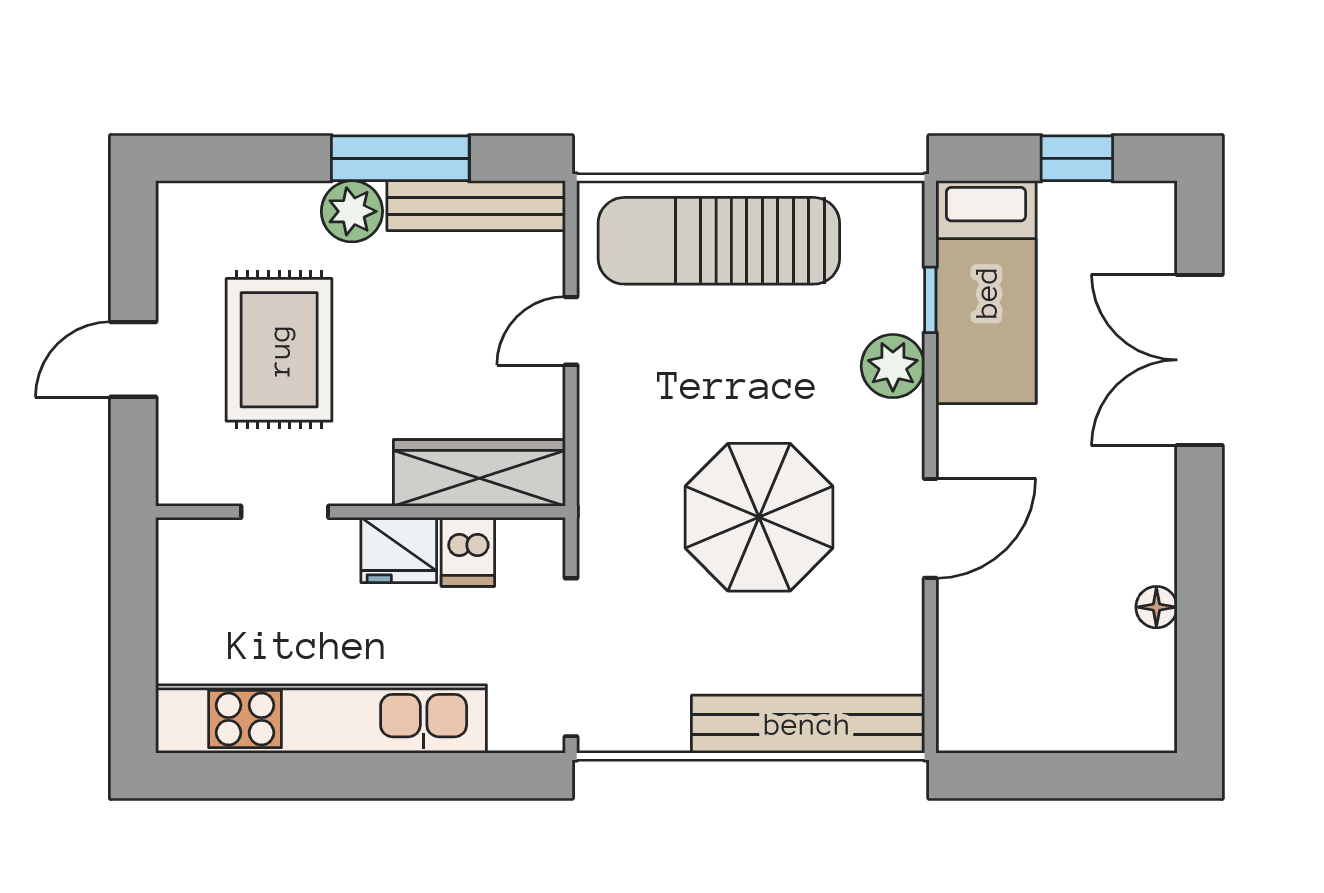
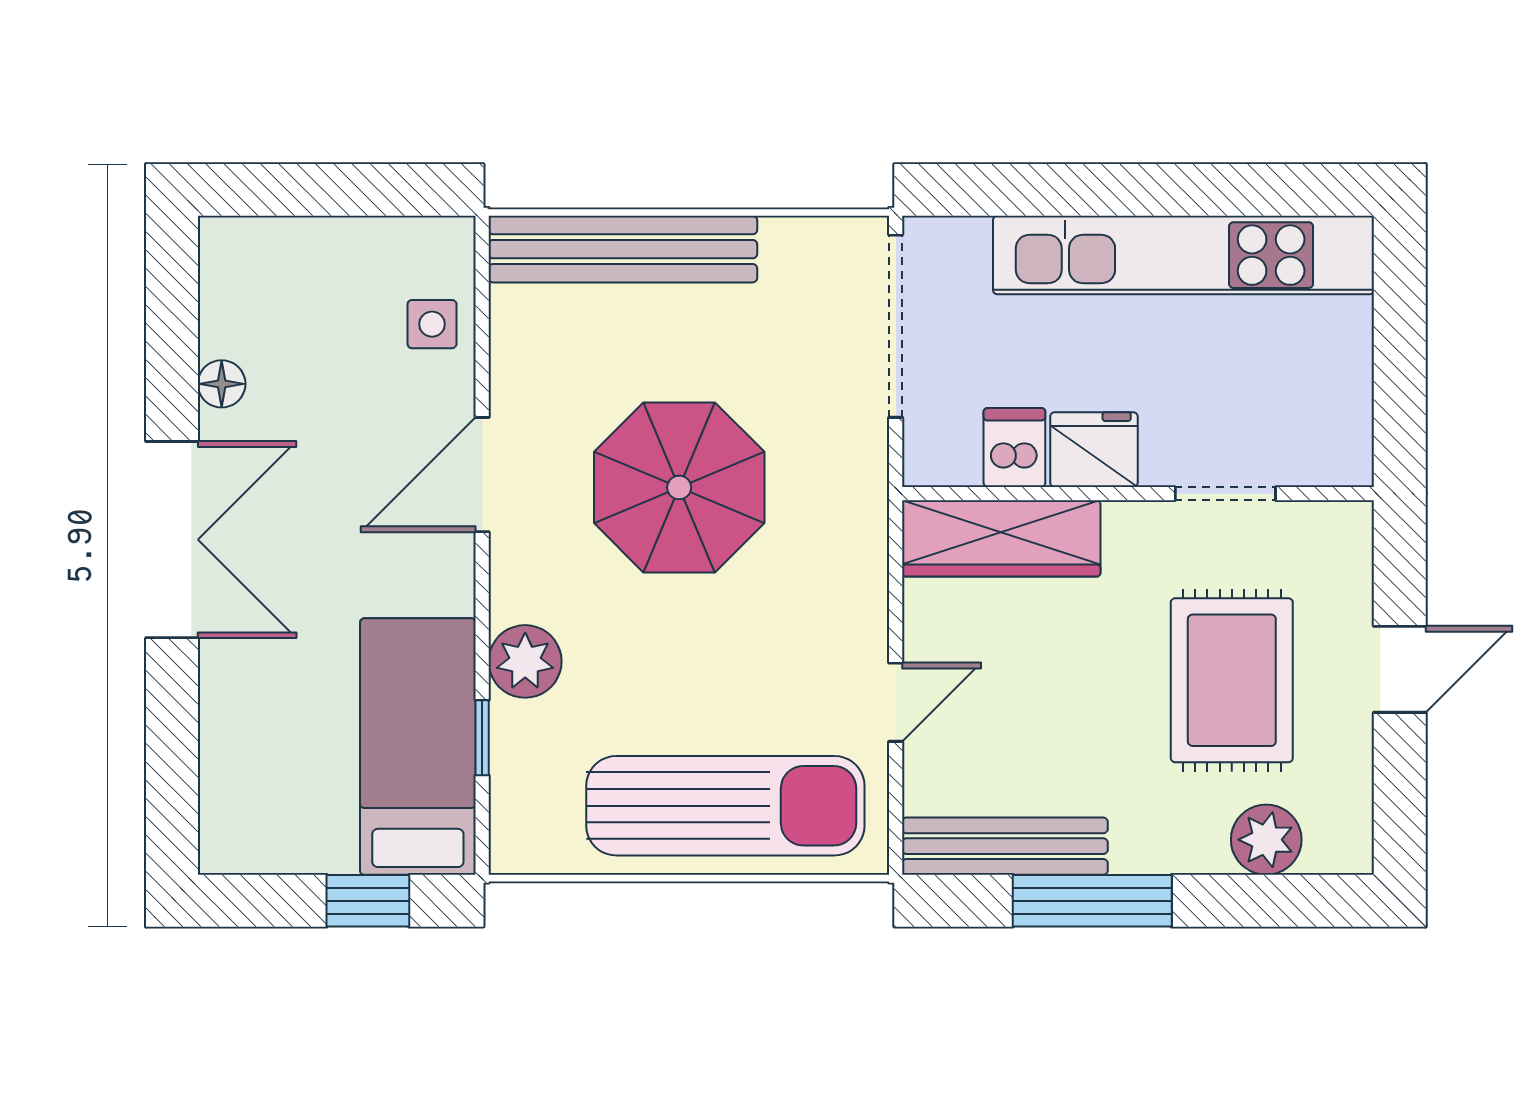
window: (1077, 158) -> (368, 901), moved
plant: (352, 211) -> (1266, 840), moved
double door: (1200, 360) -> (172, 540), moved
side table: (974, 659) -> (432, 324), added

